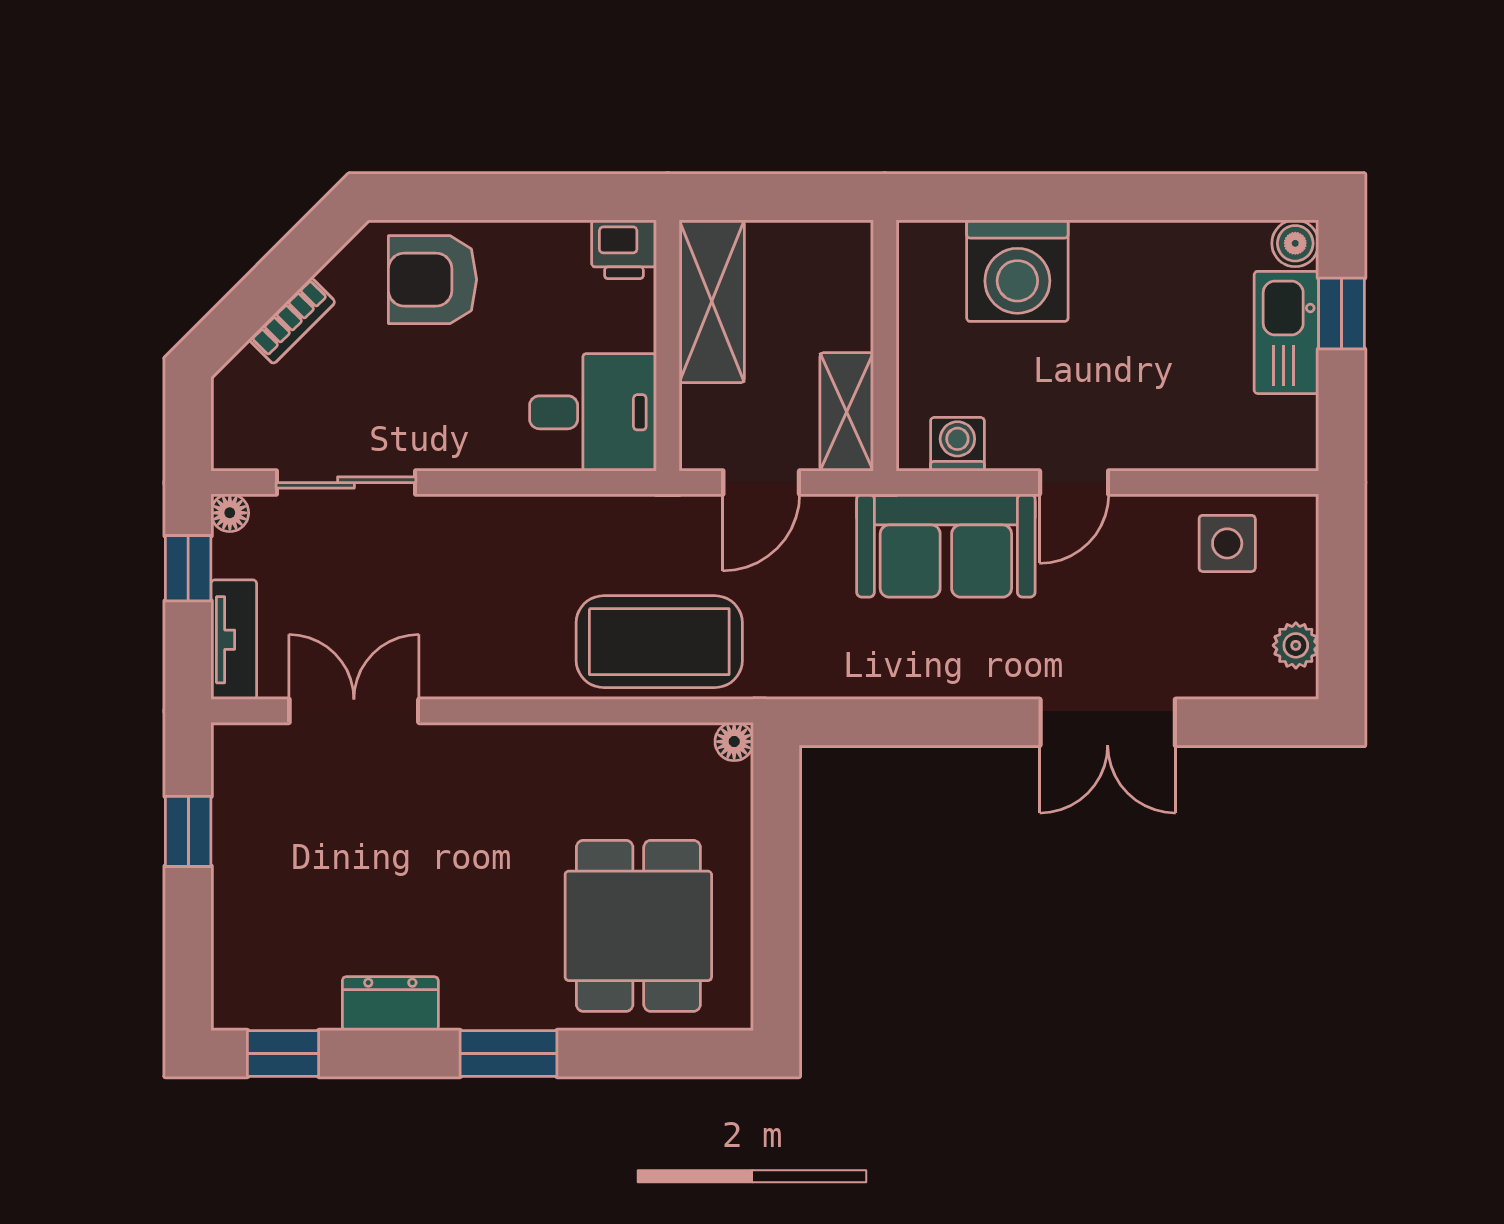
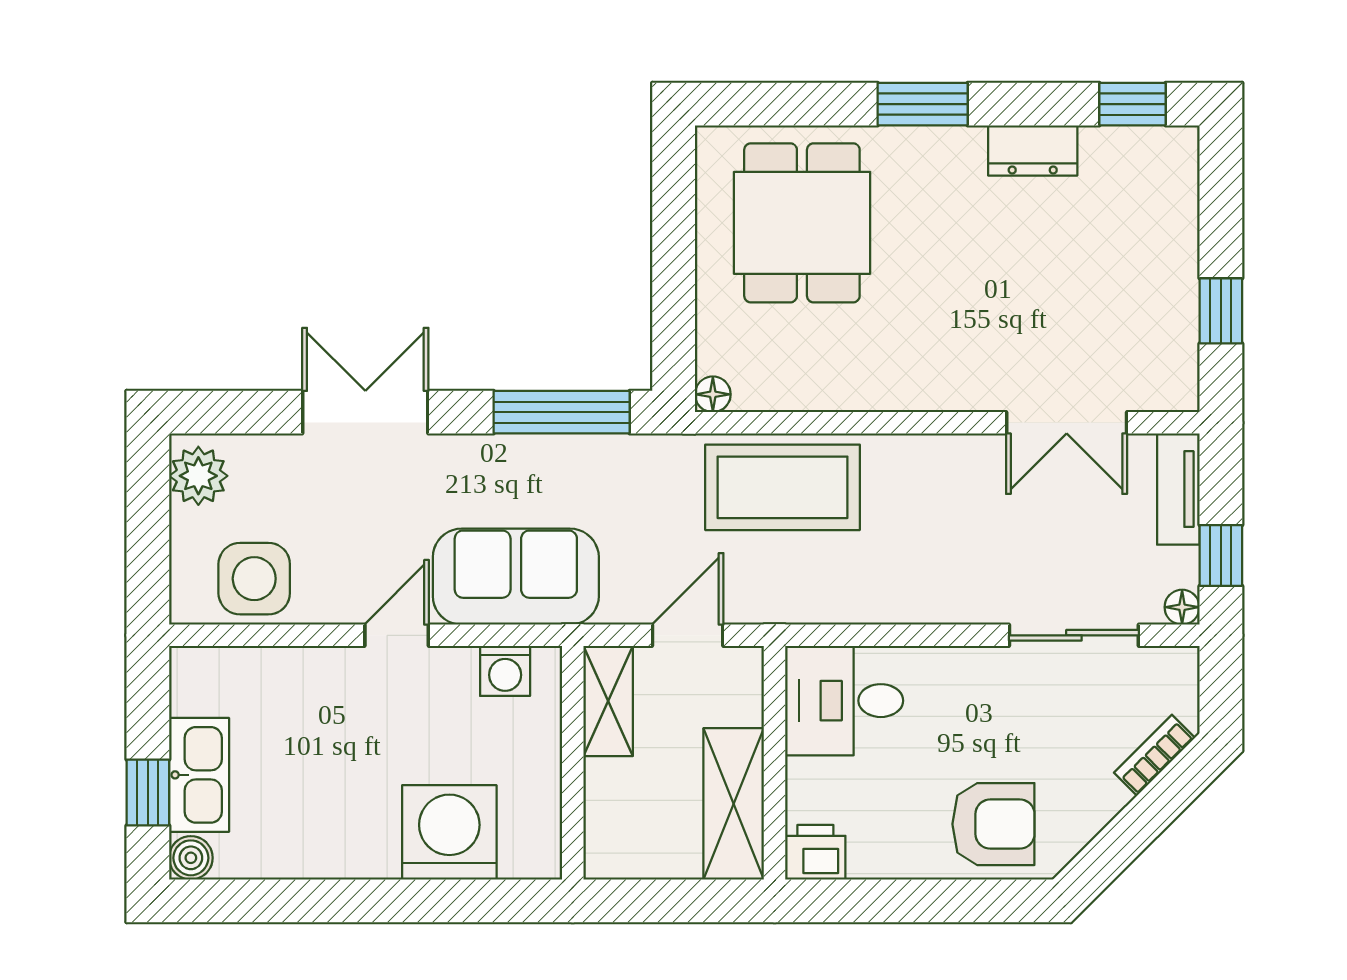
bookcase: (292, 321) -> (1154, 755), moved
side table: (1227, 543) -> (254, 579), width x1.37, depth x1.37
plant: (1296, 645) -> (198, 476), width x1.38, depth x1.38
window: (897, 722) -> (562, 412), added

